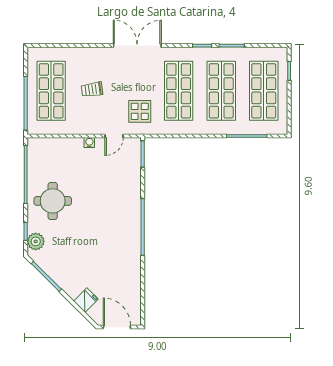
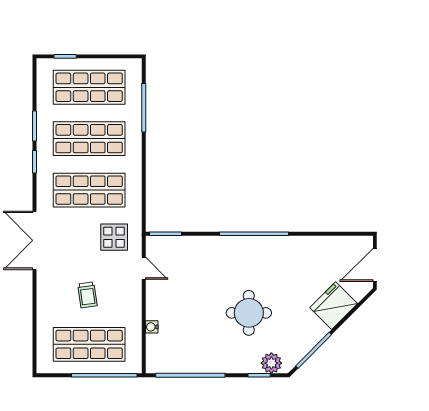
water cooler: (89, 143) -> (152, 327), moved
round table: (53, 201) -> (249, 313), moved
fridge: (86, 300) -> (334, 306), width x1.88, depth x1.34

